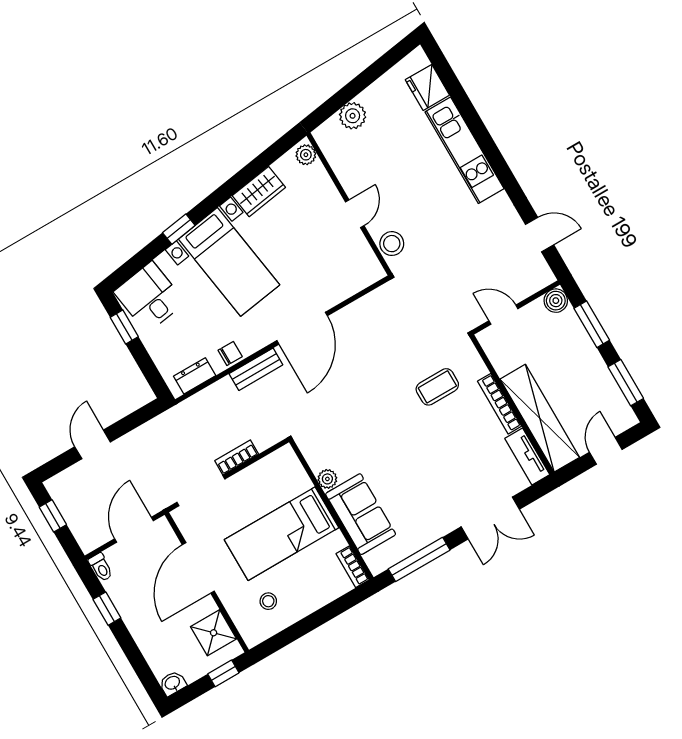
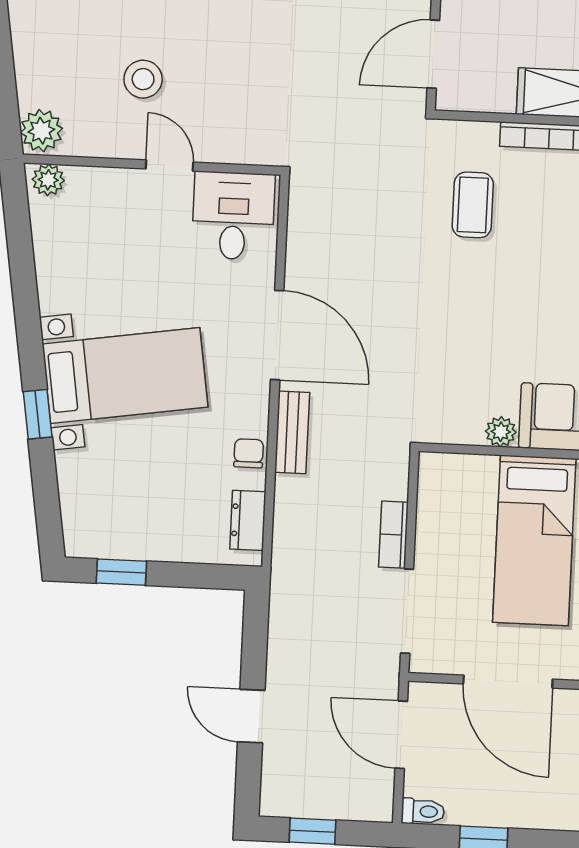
plant: (353, 116) -> (41, 131), moved
wardrobe: (259, 192) -> (57, 275), removed
stool: (392, 244) -> (143, 79), moved
desk: (149, 297) -> (233, 216), moved, turned 99
door: (503, 315) -> (433, 54), width x1.38

